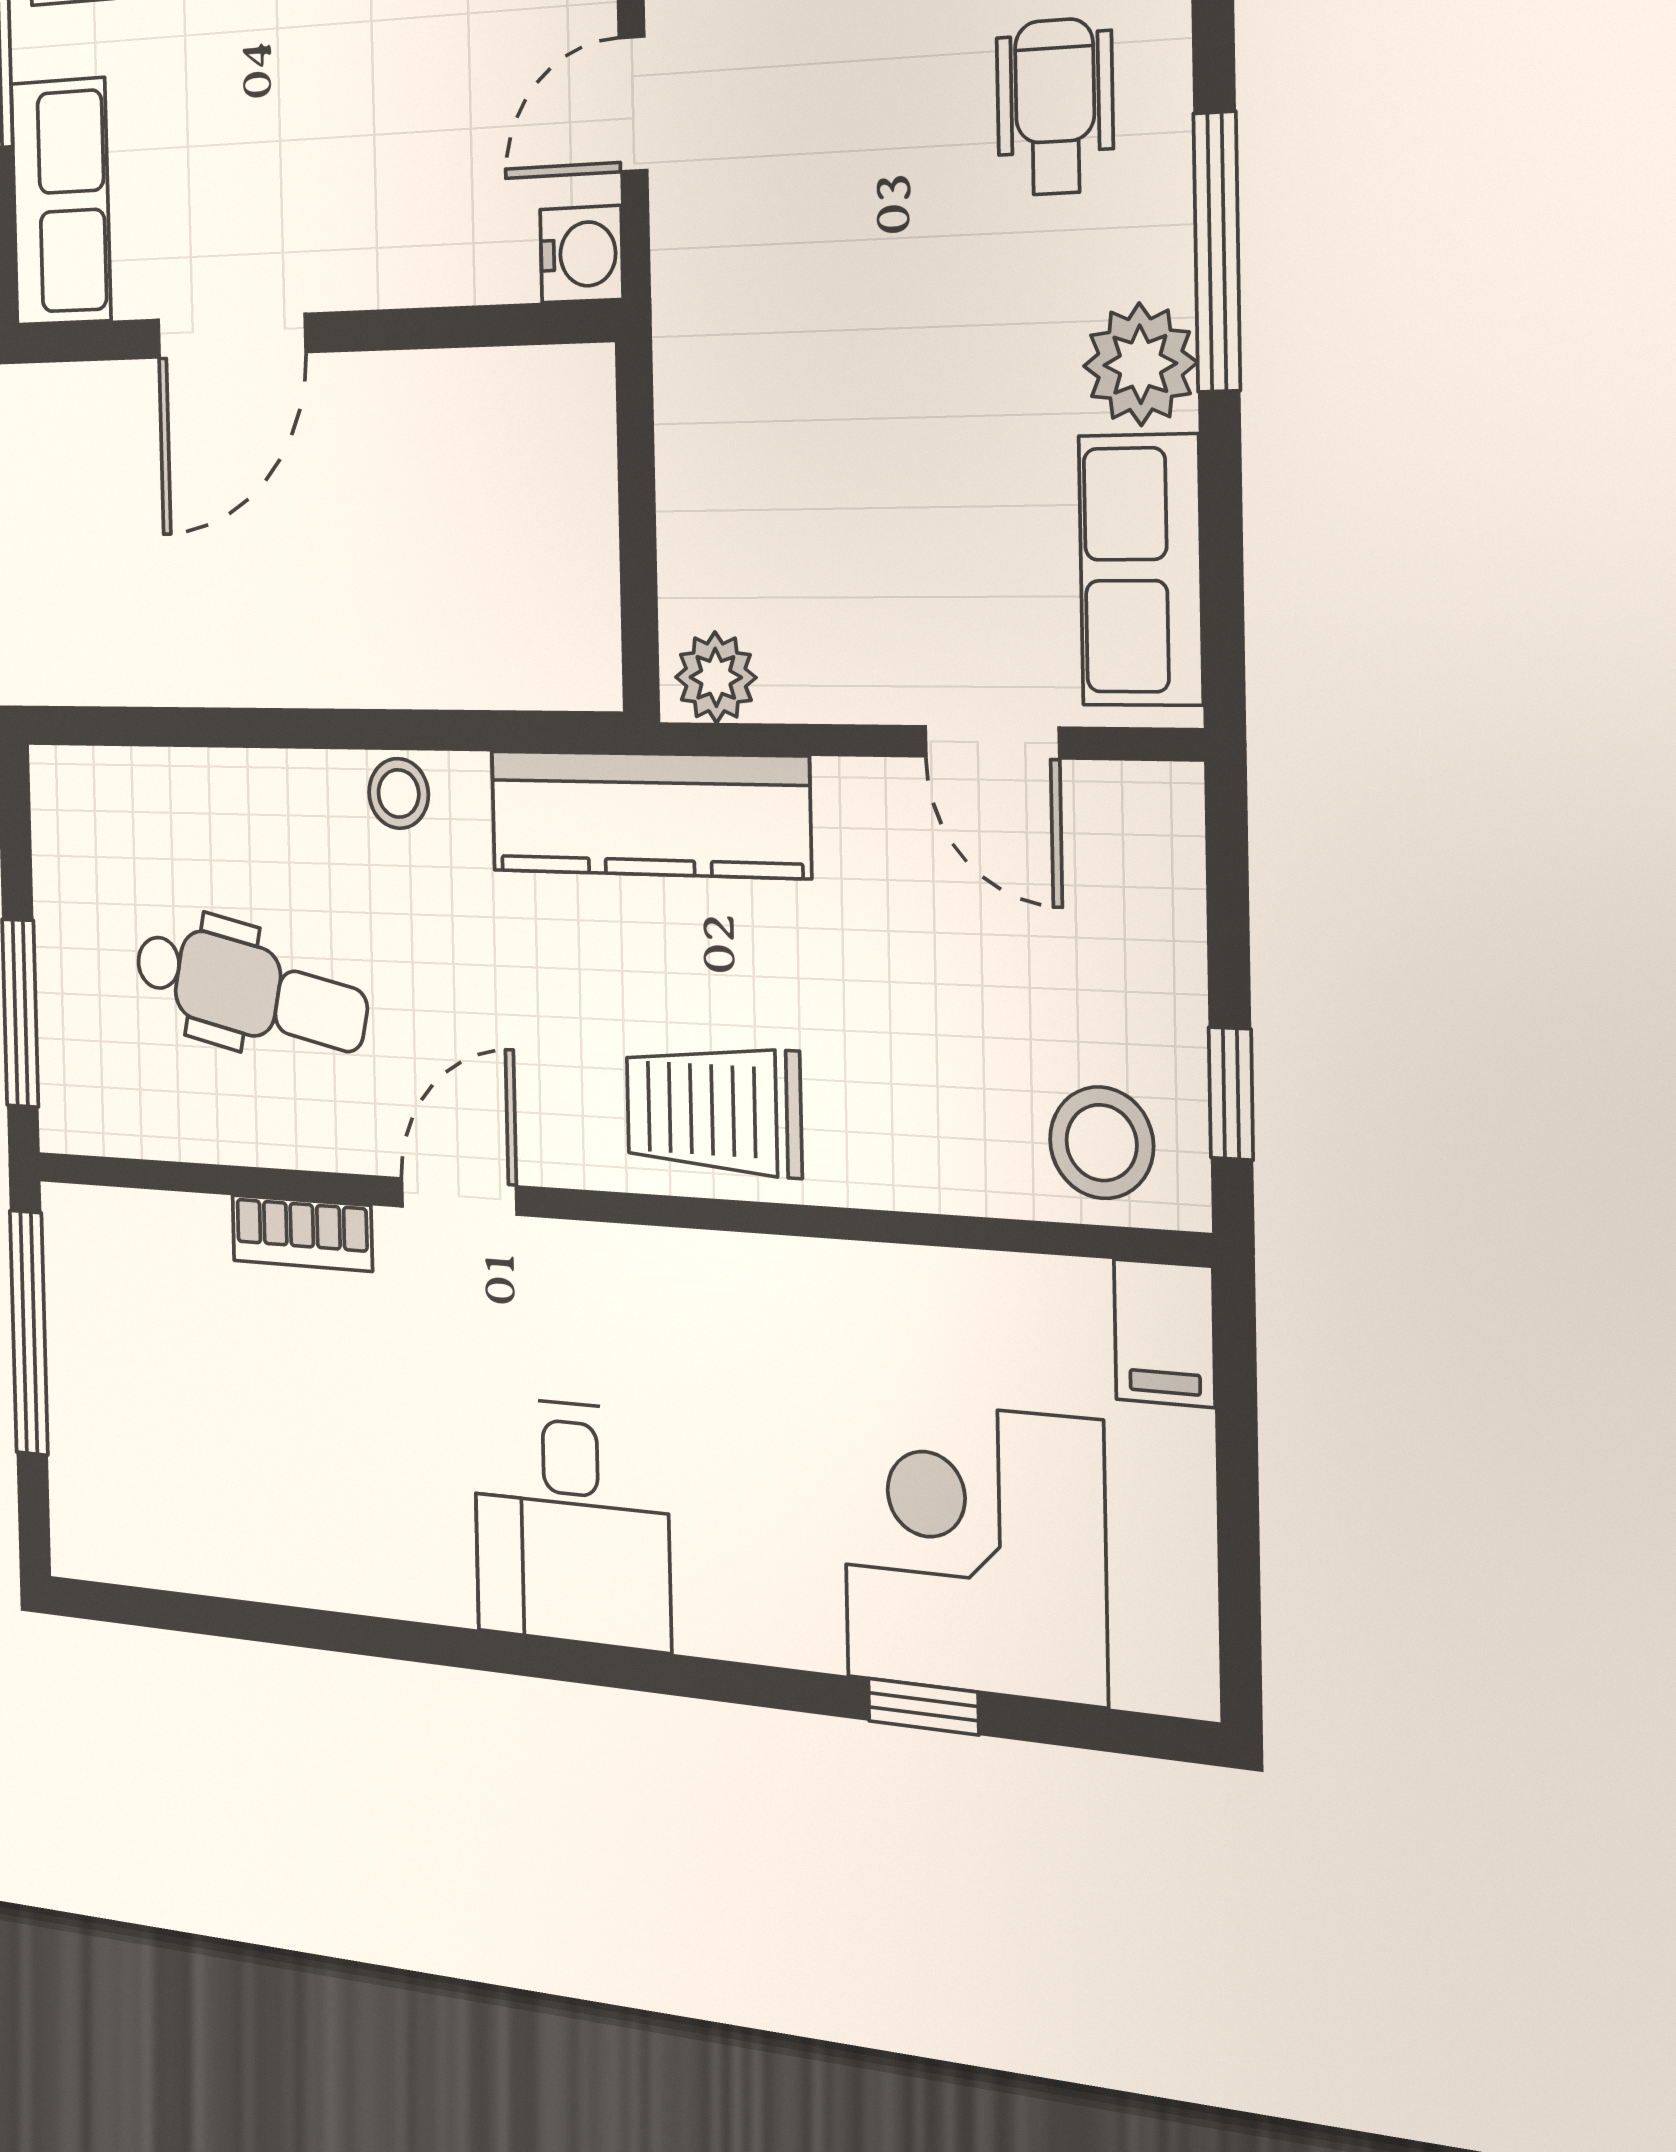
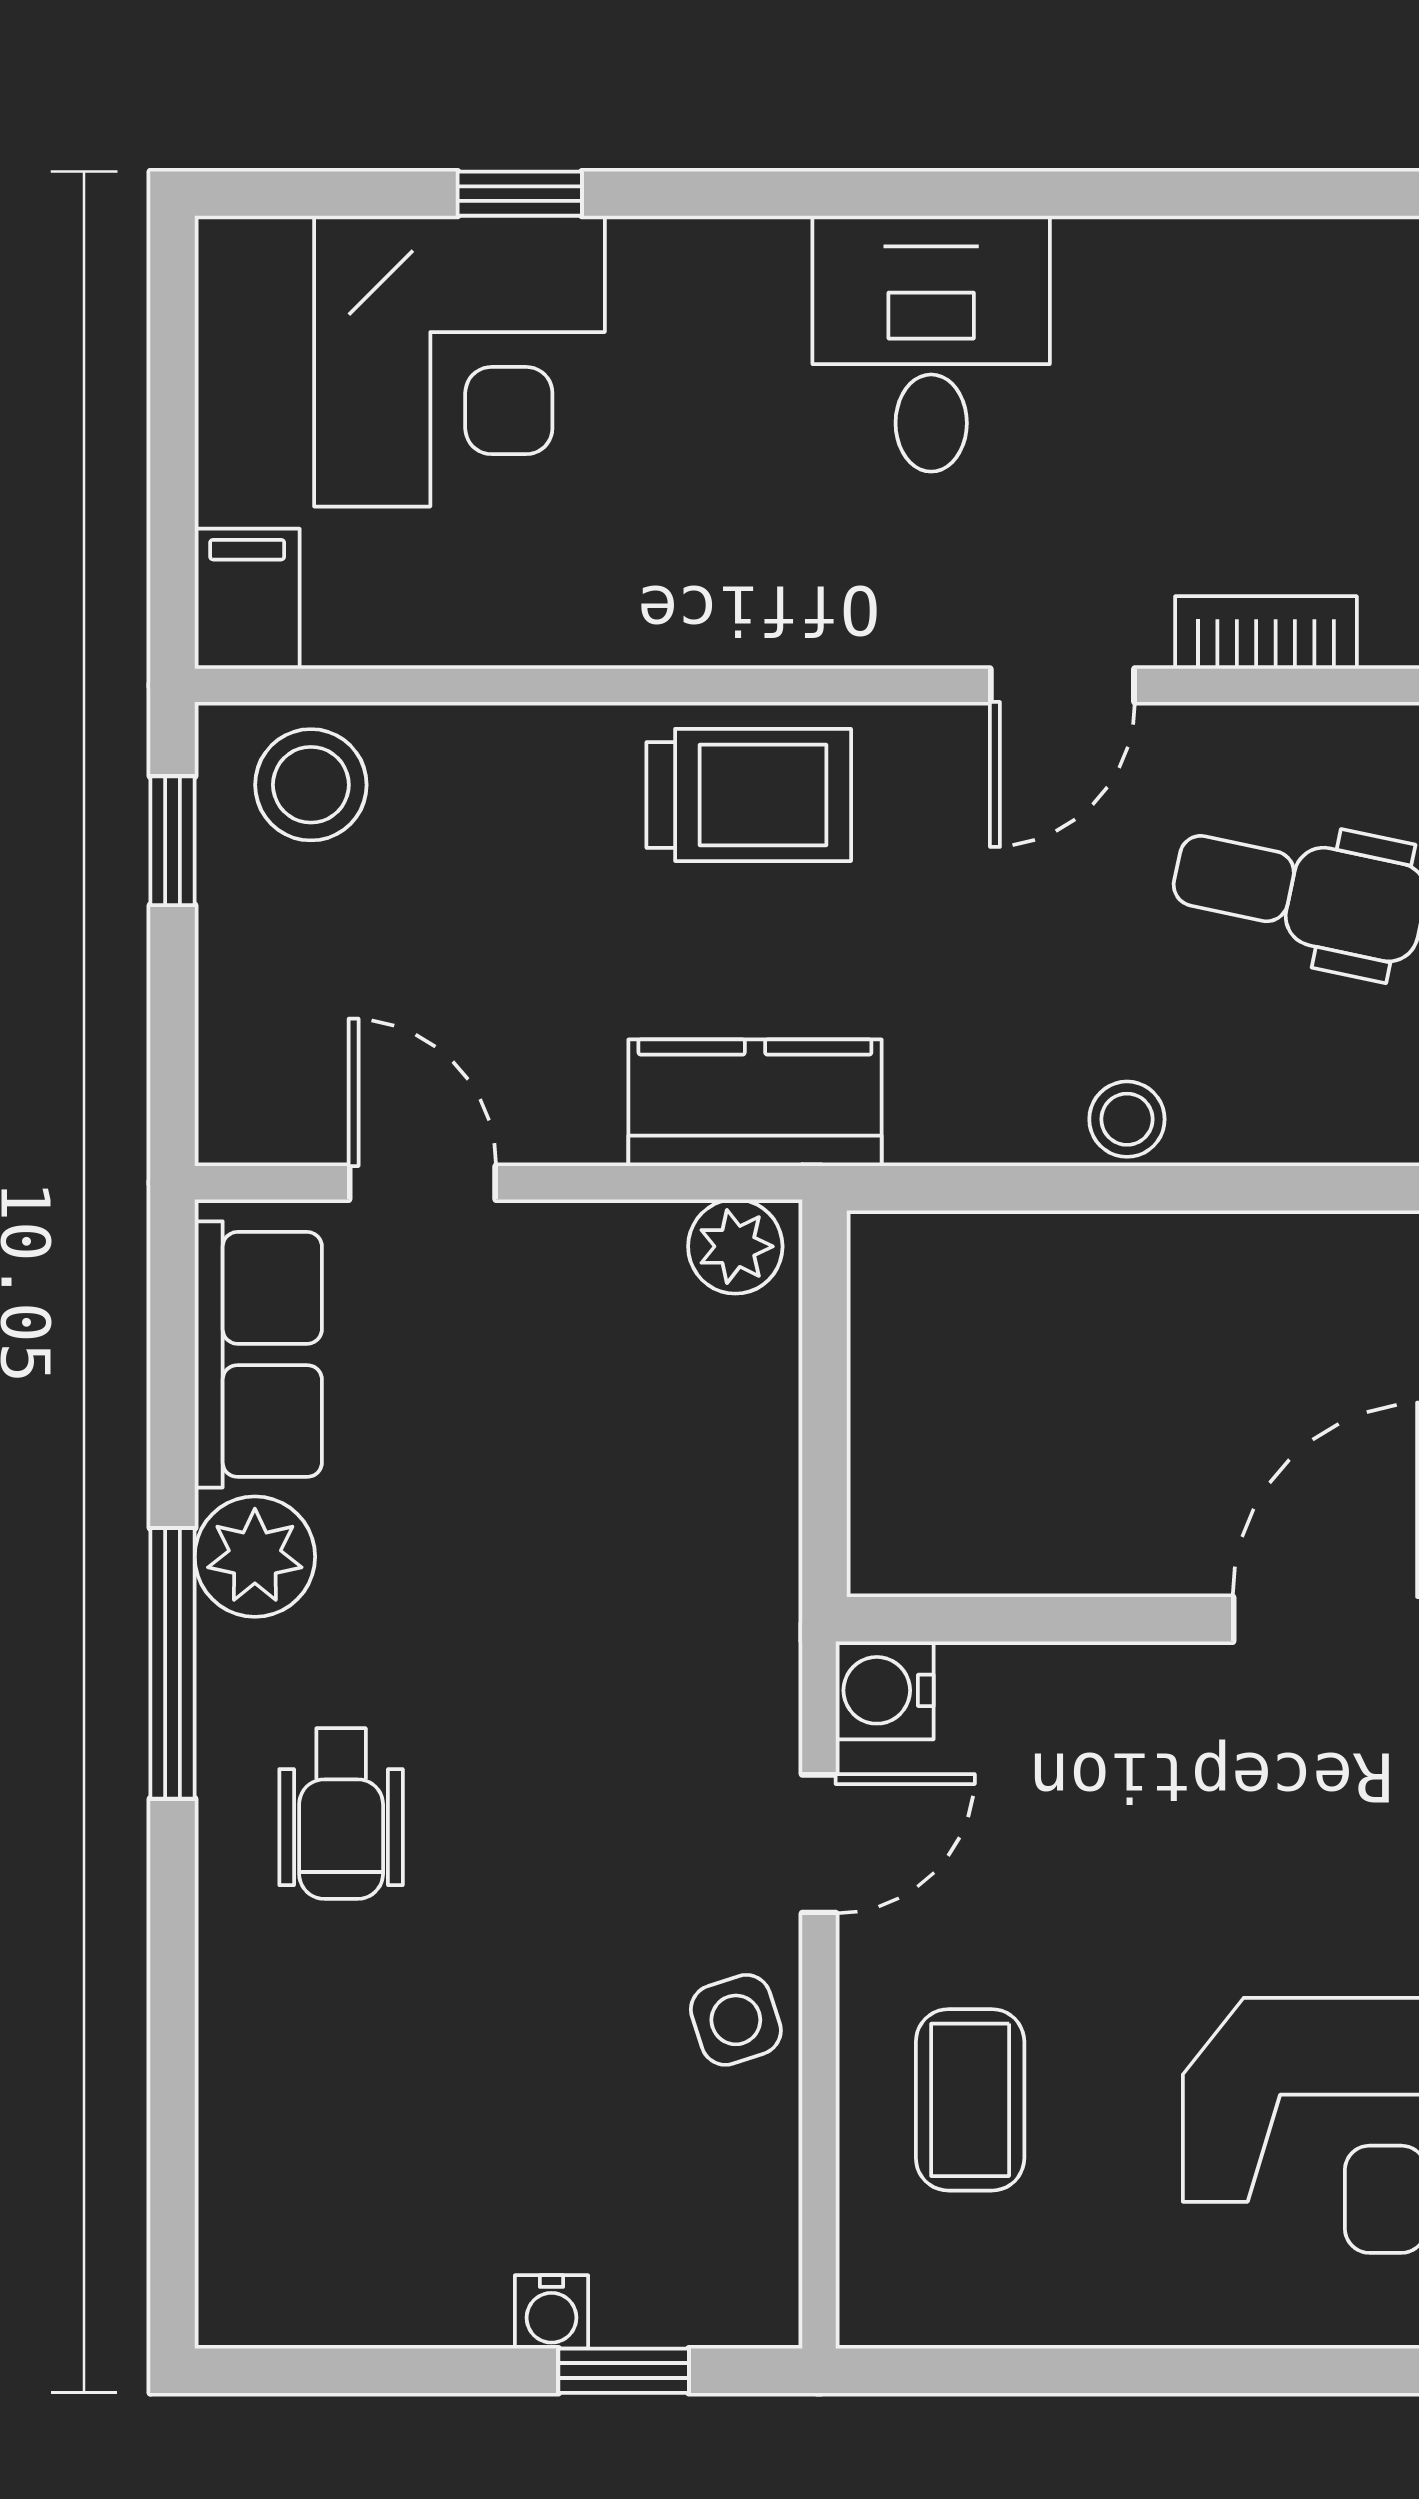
kitchen counter: (649, 814) -> (755, 1103), width x0.67

